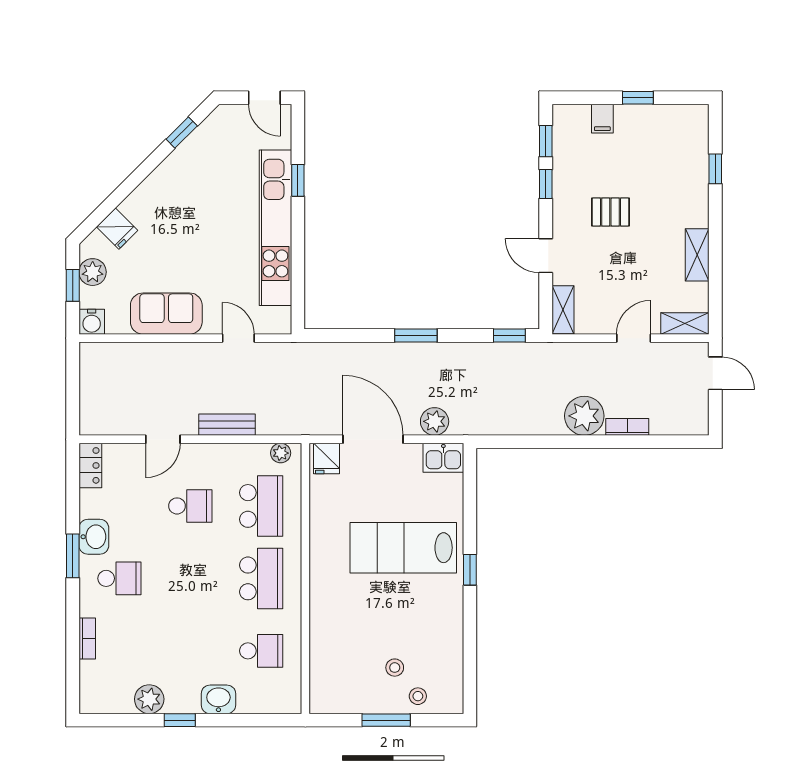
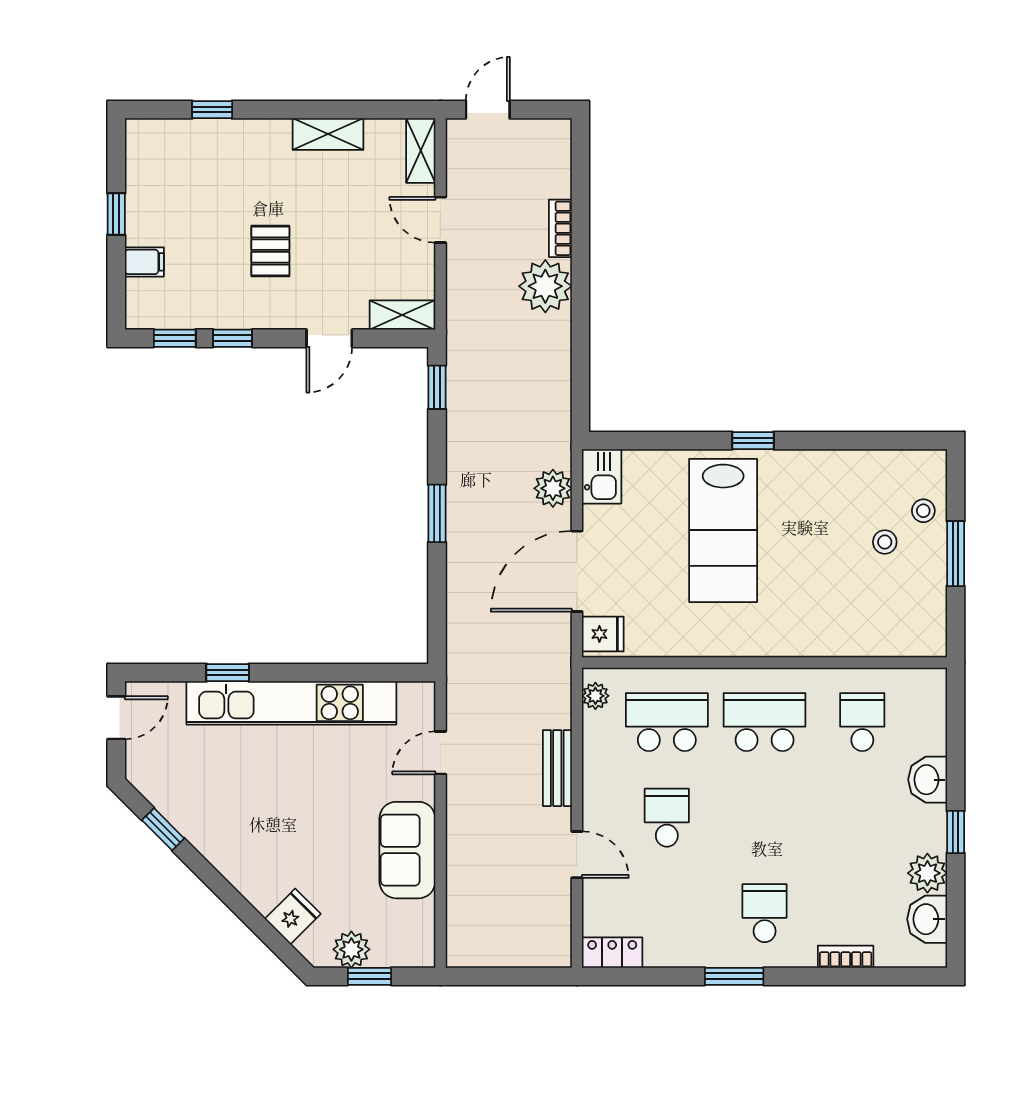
water cooler: (92, 322) -> (418, 951), removed
washbasin: (94, 537) -> (927, 919), moved, turned -90

